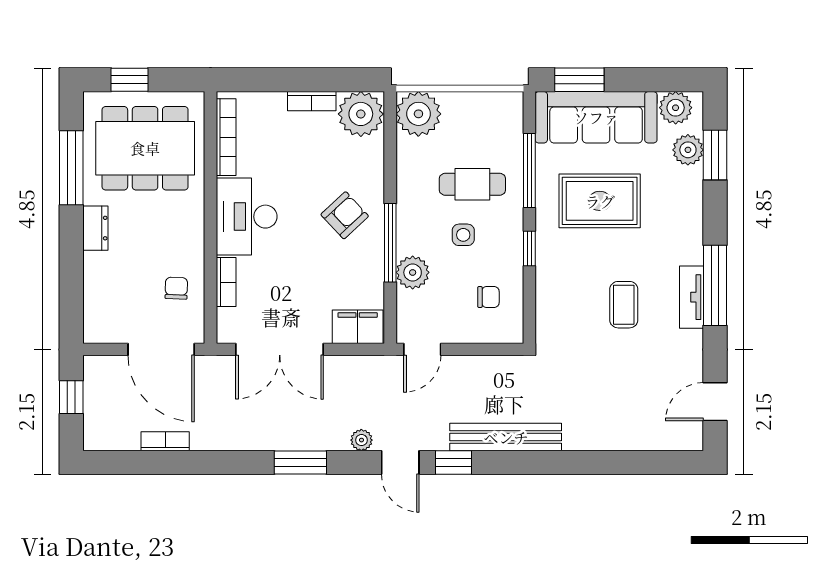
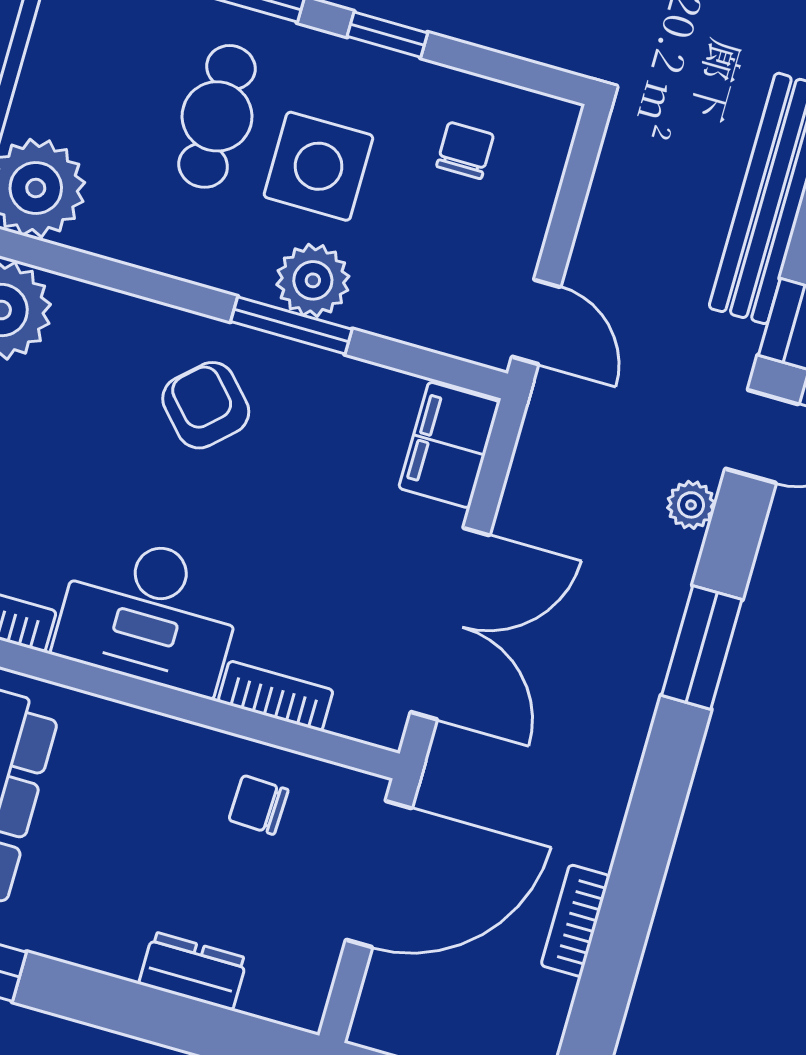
dresser: (95, 228) -> (193, 971), moved
side table: (463, 235) -> (318, 166), width x1.87, depth x1.87
window: (390, 243) -> (291, 325), width x0.69
plant: (413, 272) -> (313, 280), moved

